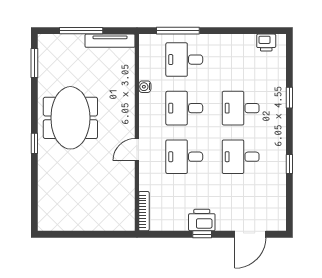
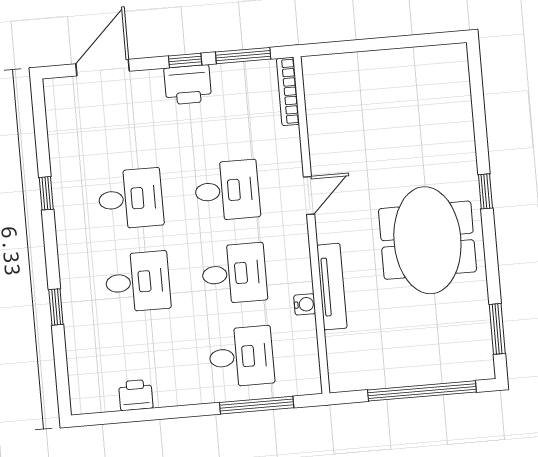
window: (81, 31) -> (422, 391), width x1.46
tv unit: (110, 41) -> (332, 287), moved, turned 90
printer: (266, 43) -> (136, 395), moved
window: (168, 234) -> (243, 56), added

